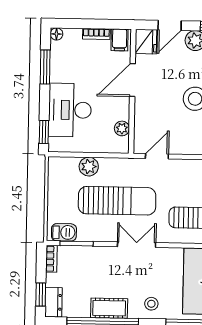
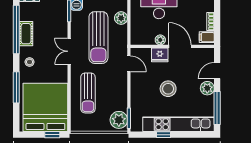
door: (170, 25) -> (217, 71), hinge flipped
fridge: (146, 42) -> (160, 55), moved
plant: (122, 128) -> (160, 40), moved
double door: (137, 245) -> (69, 51), swing flipped

